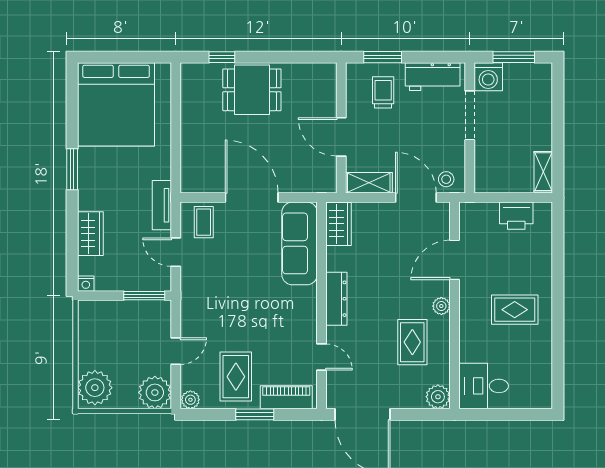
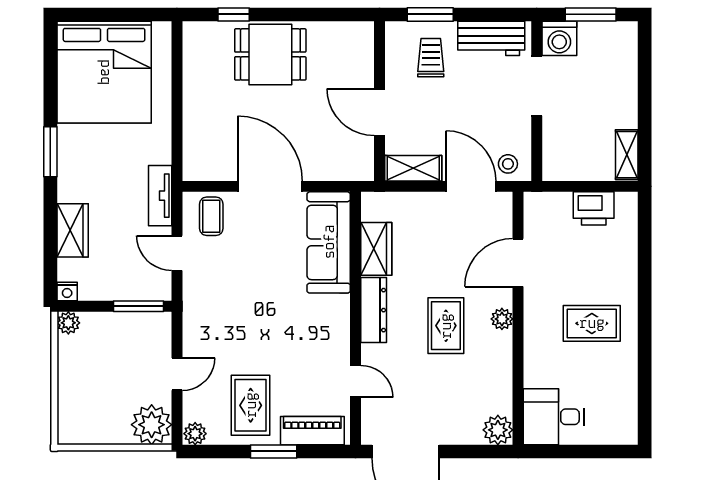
wardrobe: (339, 224) -> (376, 249), moved
rug: (412, 342) -> (446, 326), moved
plant: (95, 388) -> (68, 323), moved, width x0.53, depth x0.53

